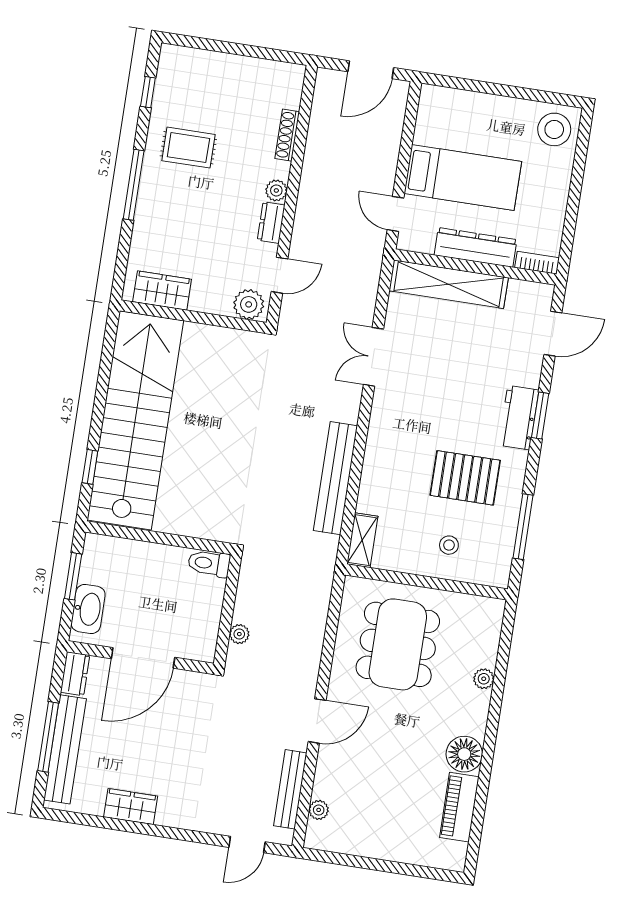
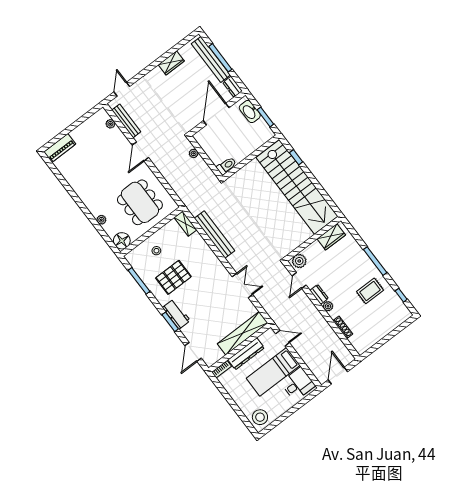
desk: (445, 120) -> (298, 384), added
floor lamp: (464, 754) -> (122, 241), moved
piano: (459, 807) -> (60, 148), moved, turned 90

